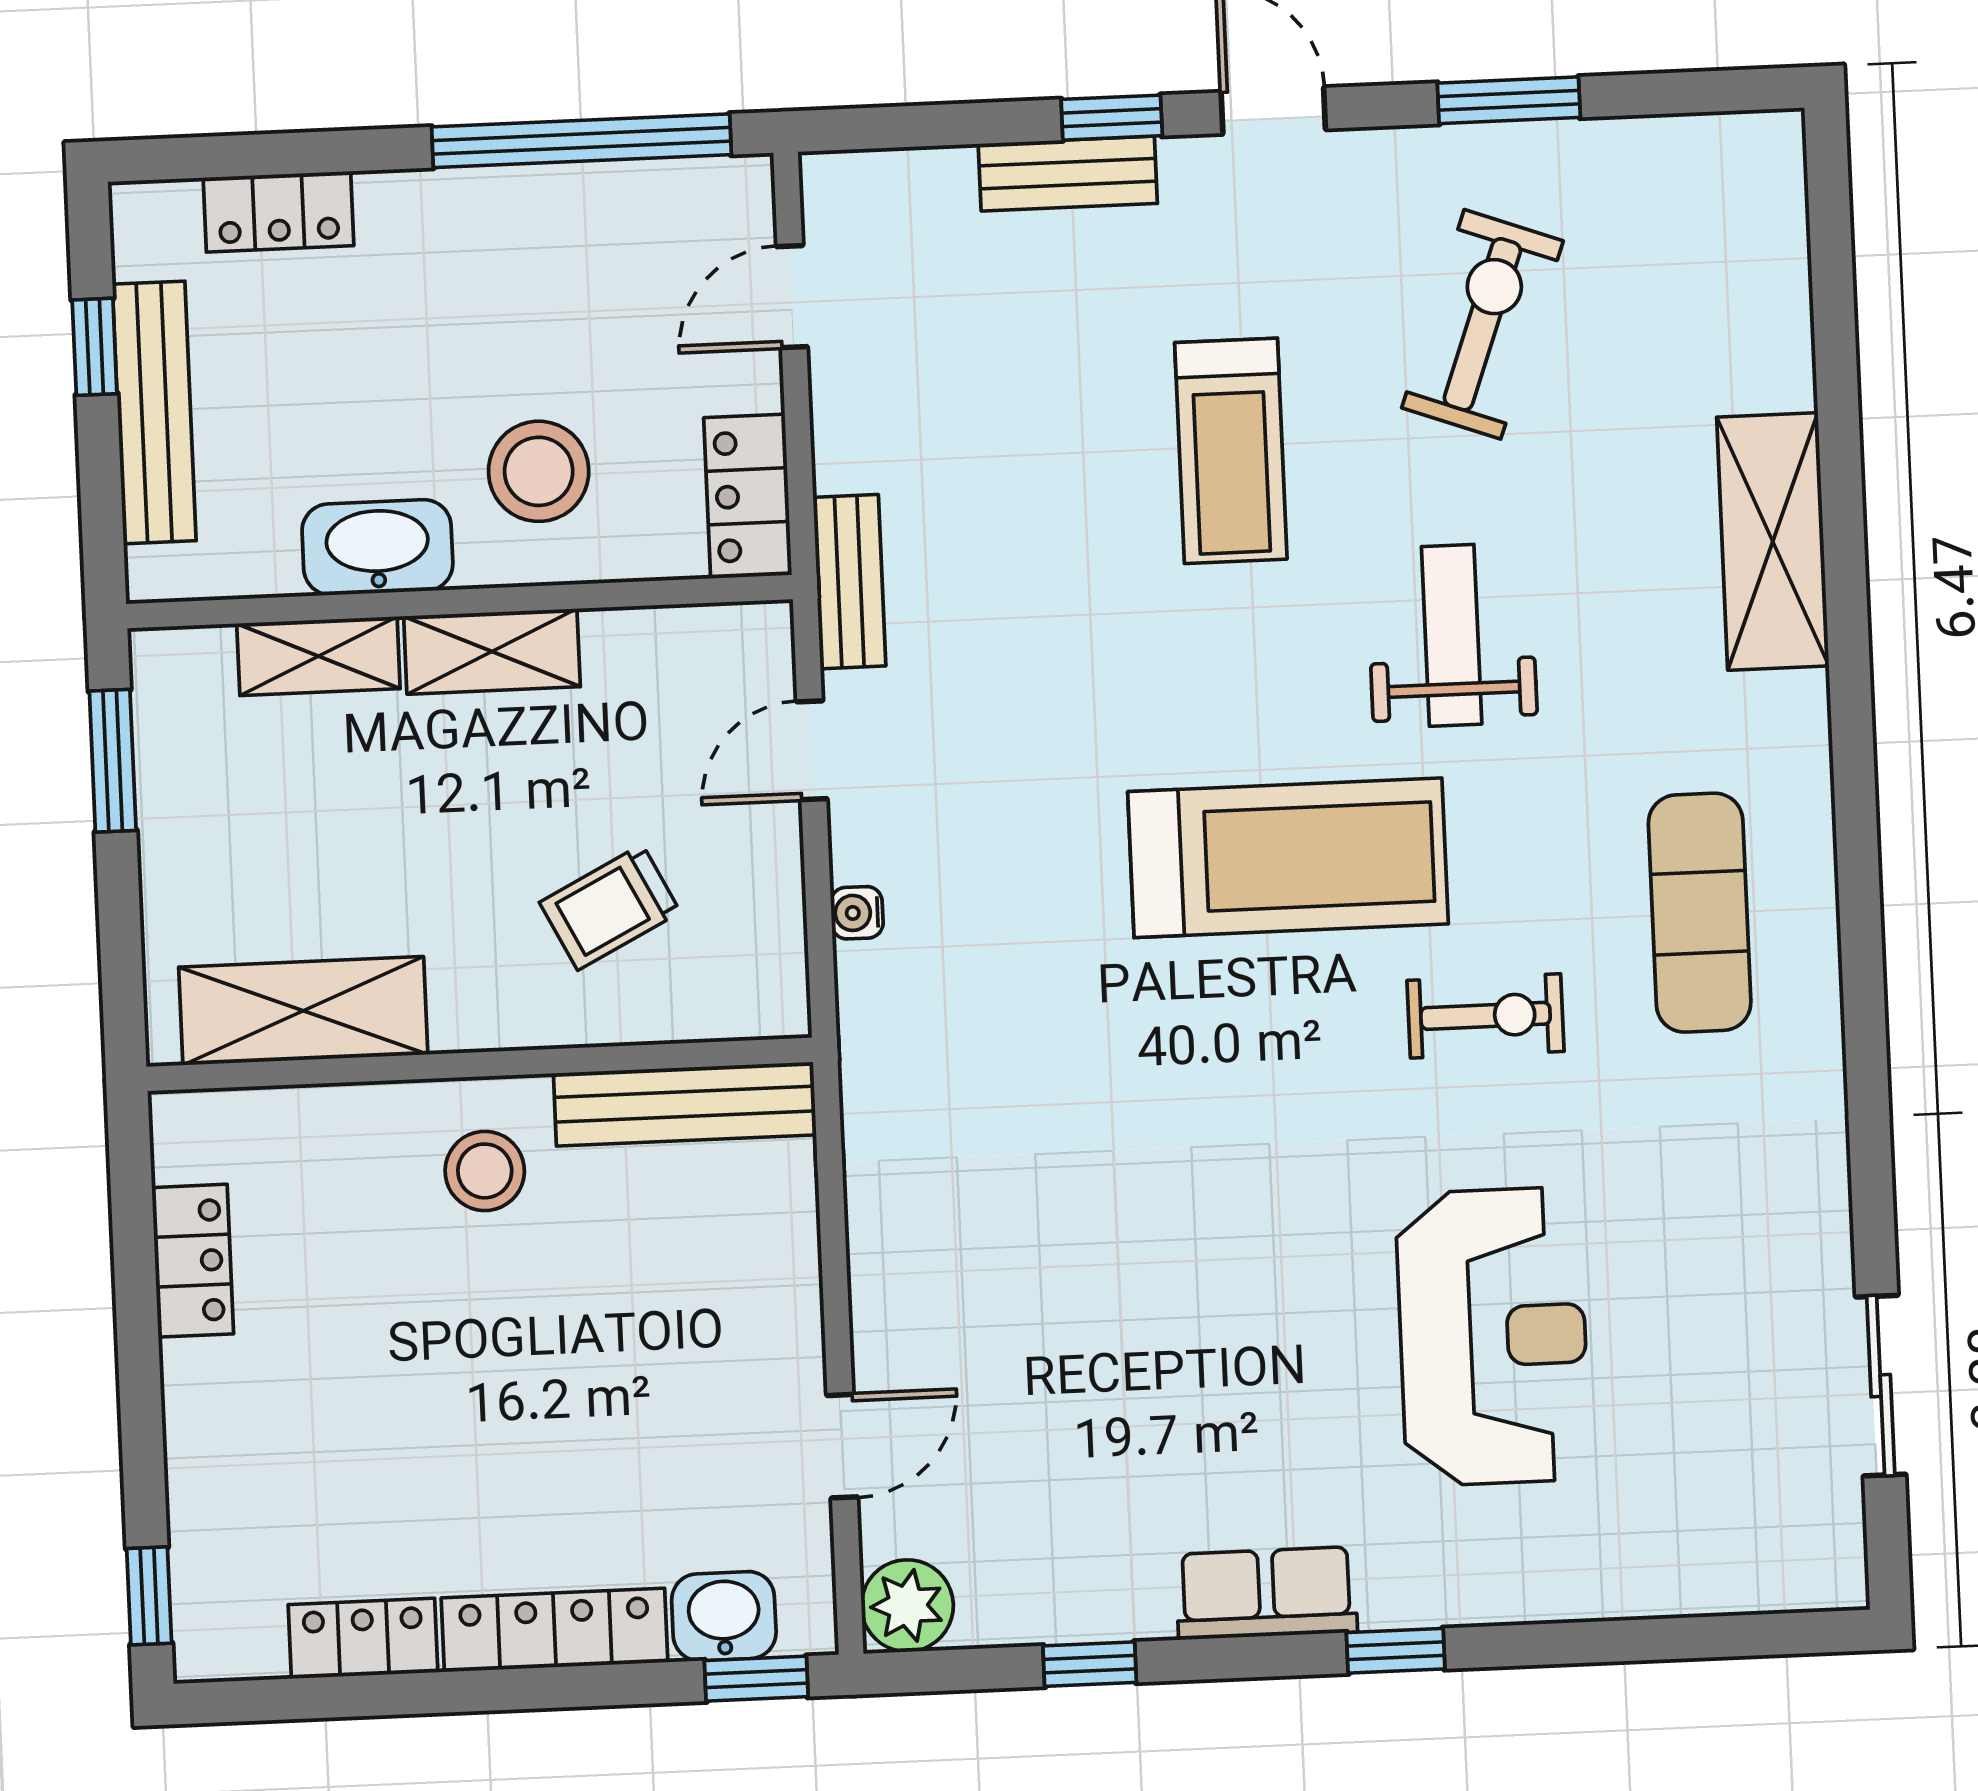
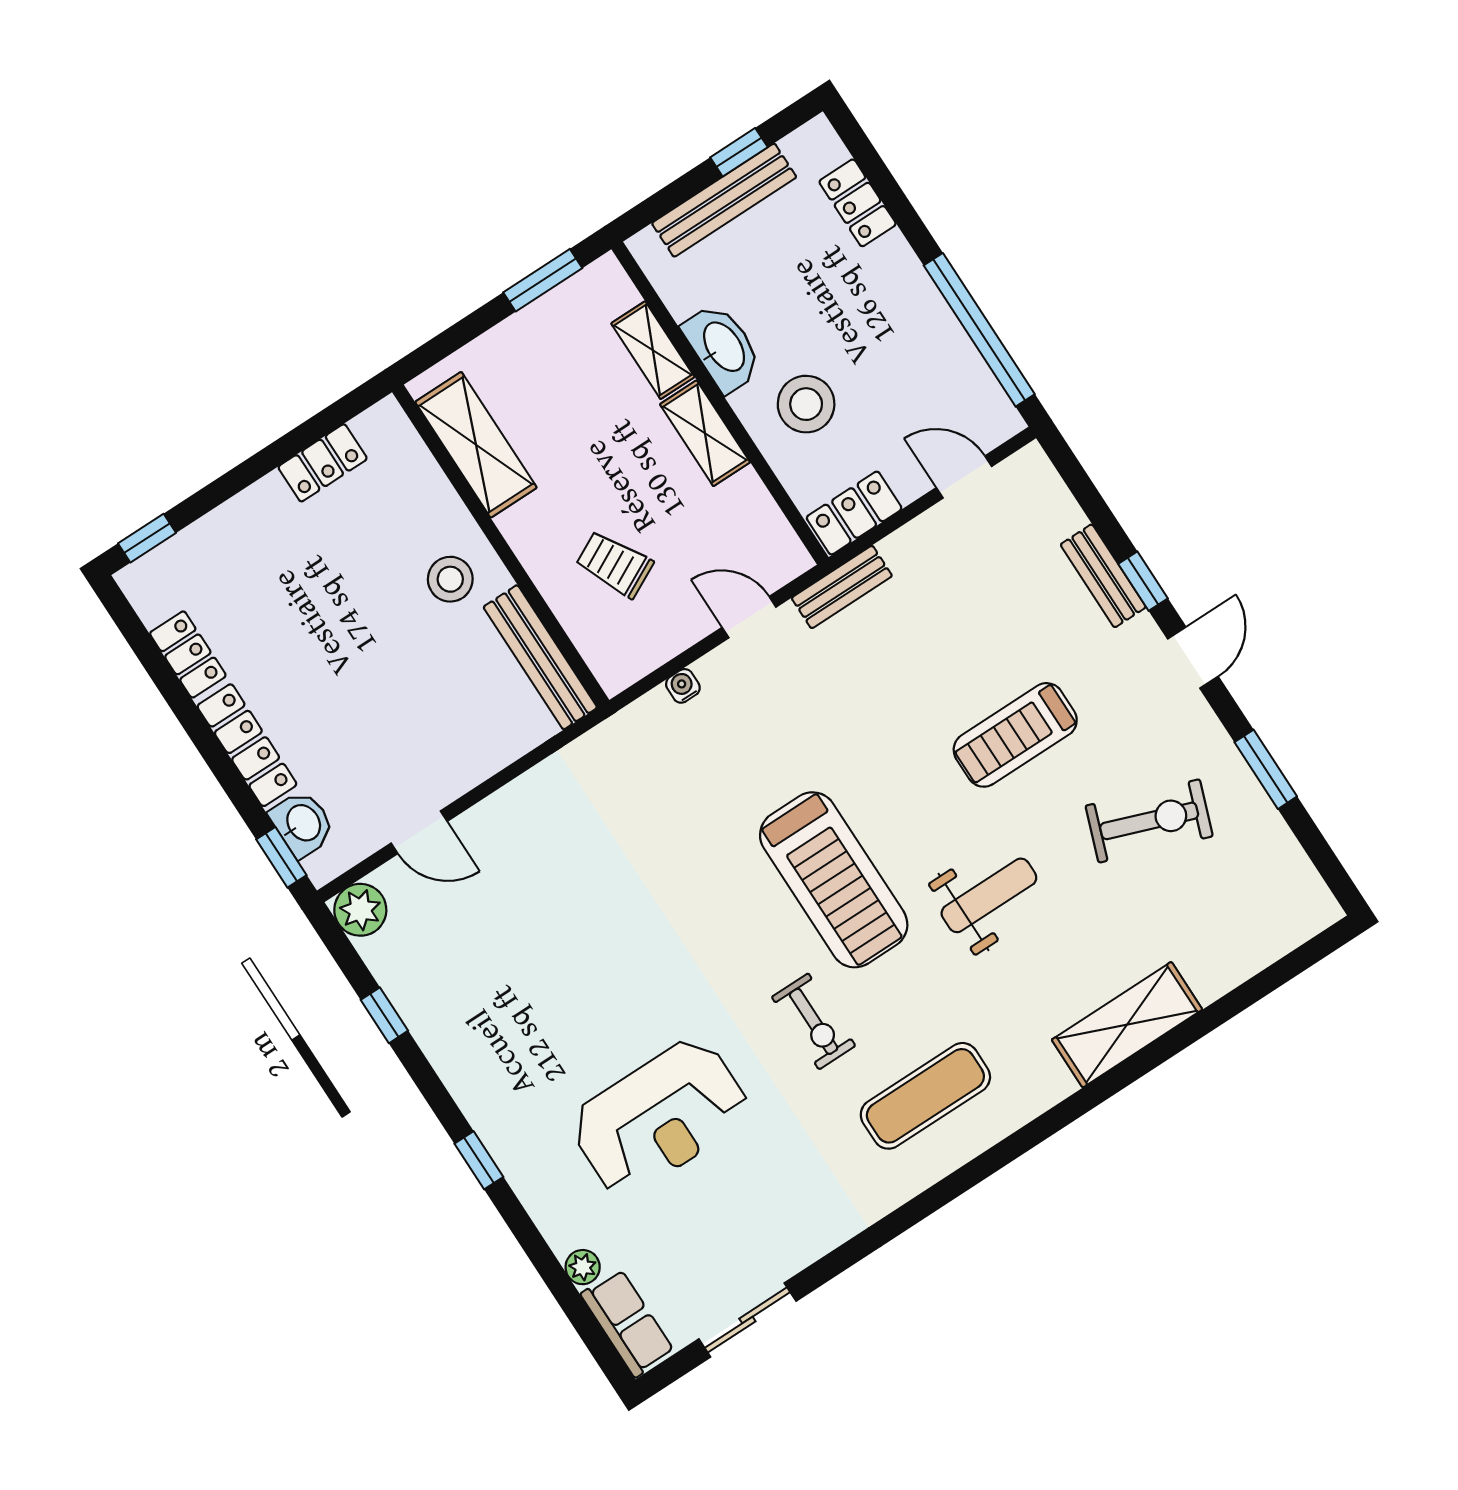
plant: (1652, 1589) -> (583, 1267), added
row of seats: (1266, 1593) -> (628, 1323), moved

